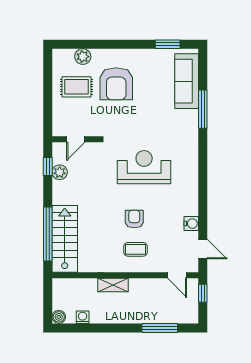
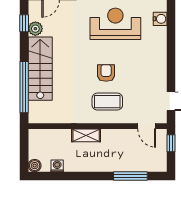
water cooler: (191, 224) -> (160, 19), moved
stairs: (65, 239) -> (40, 69), moved
coffee table: (136, 249) -> (107, 102), width x1.36, depth x1.30

